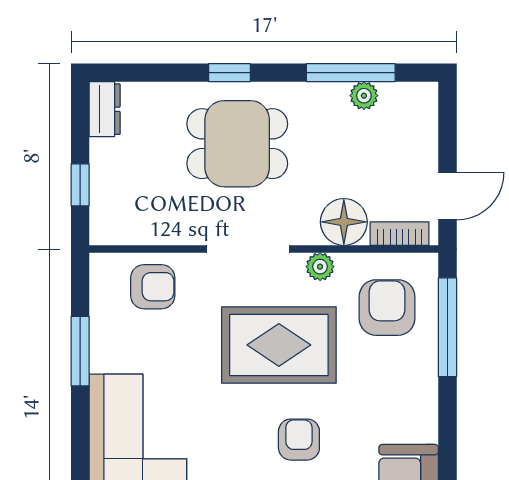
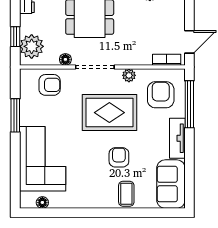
plant: (115, 206) -> (32, 46), added
floor lamp: (344, 222) -> (65, 59), moved, width x0.53, depth x0.53
tv unit: (422, 399) -> (177, 138), added

